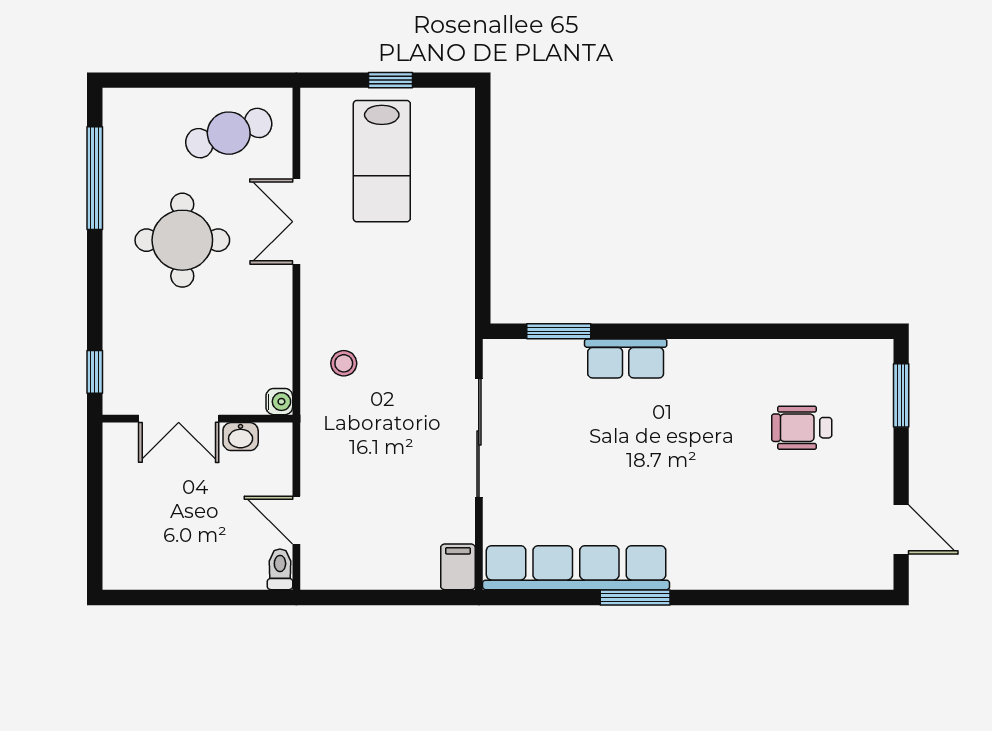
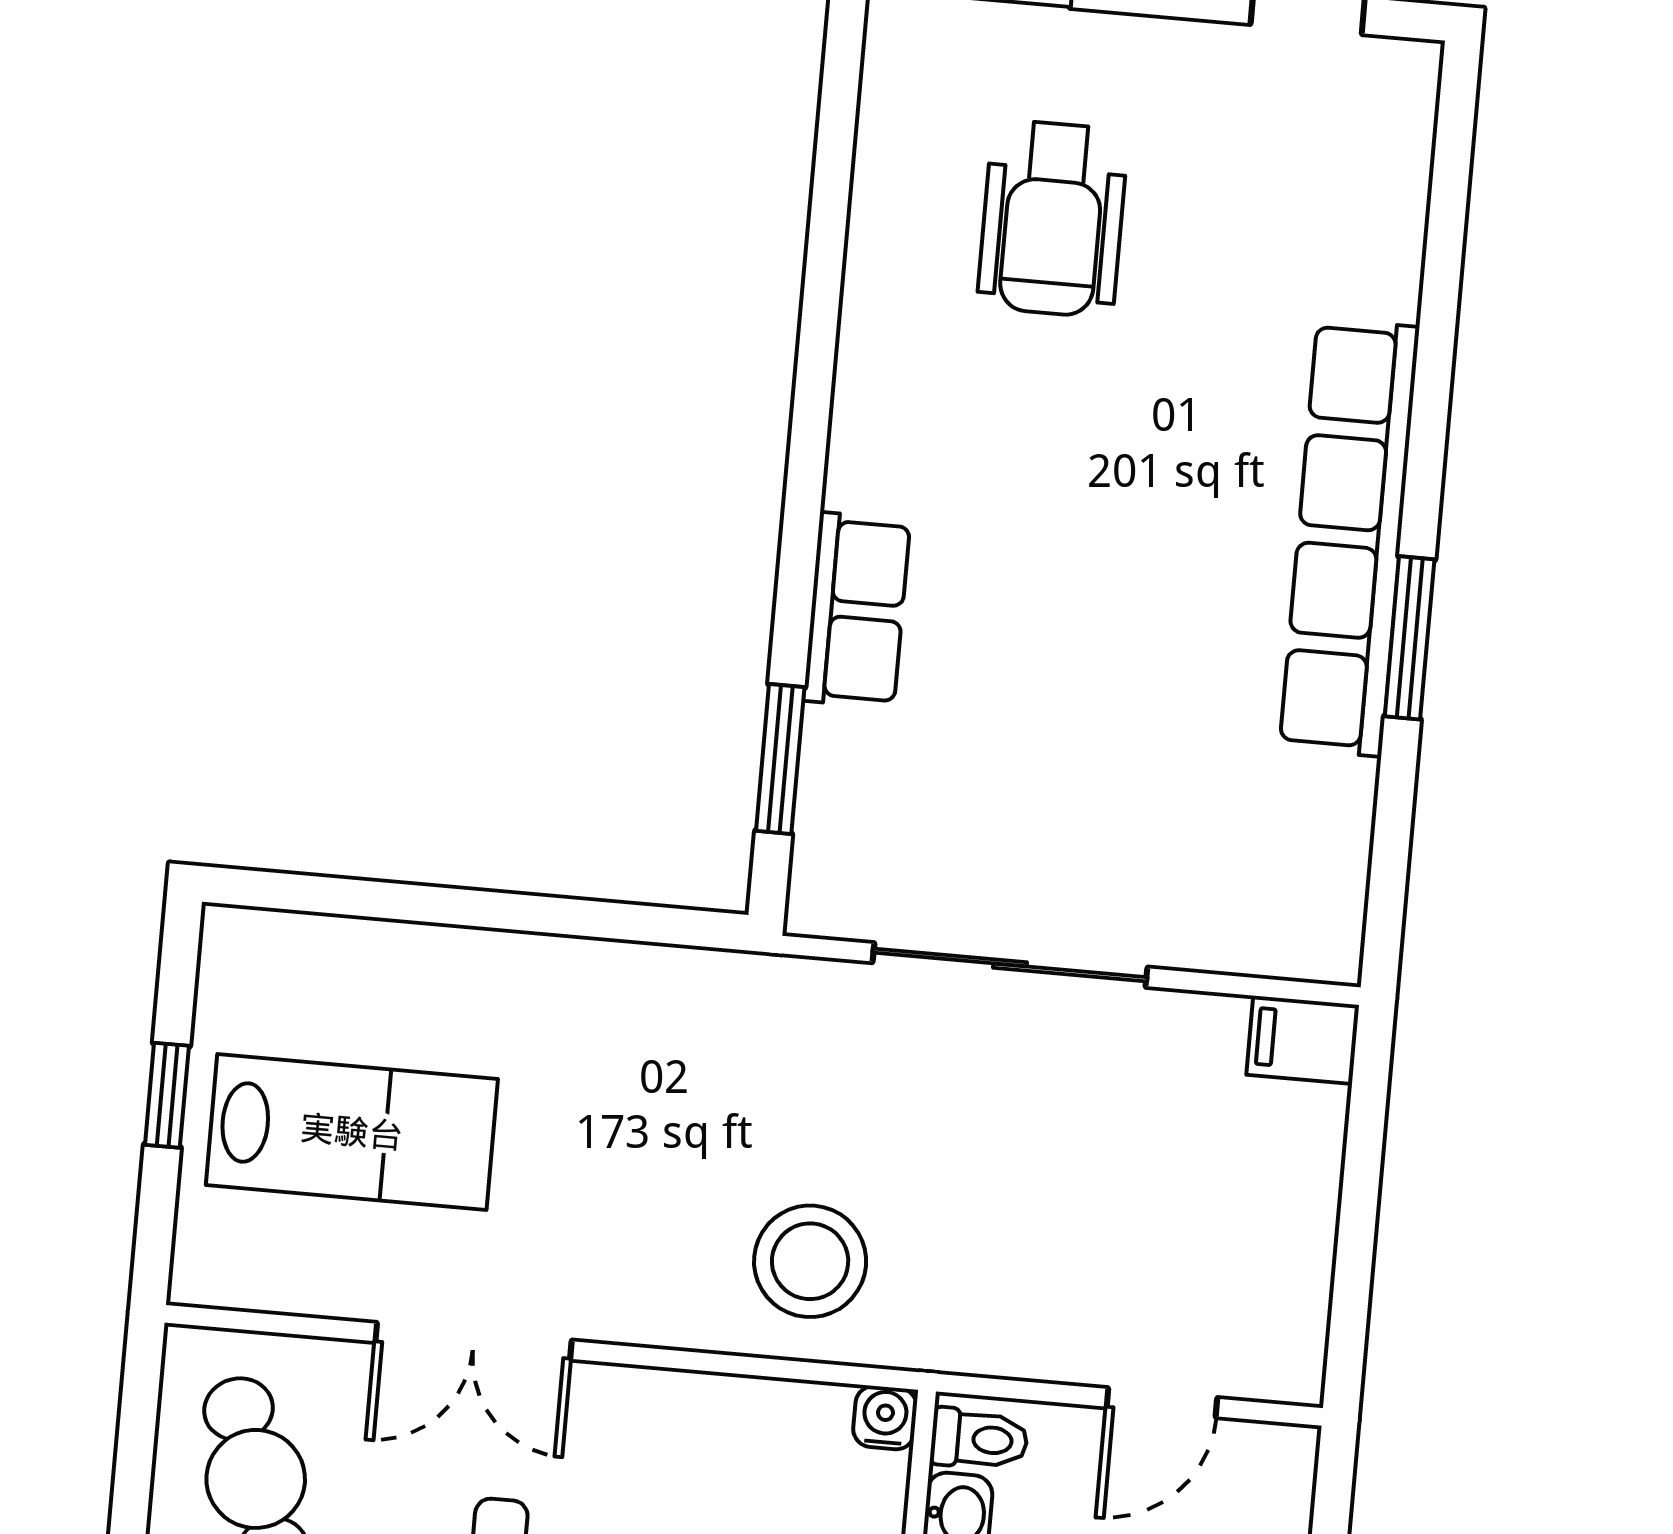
stool: (344, 363) -> (810, 1261), width x1.89, depth x1.89
wheelchair: (802, 428) -> (1053, 219), width x1.36, depth x1.37
row of seats: (576, 568) -> (1349, 538), moved
toilet: (280, 569) -> (979, 1439), moved, turned 180

